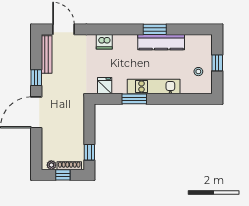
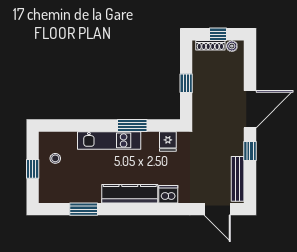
window: (155, 29) -> (84, 209), moved
kitchen counter: (161, 42) -> (130, 194), moved
window: (89, 152) -> (186, 83), moved

